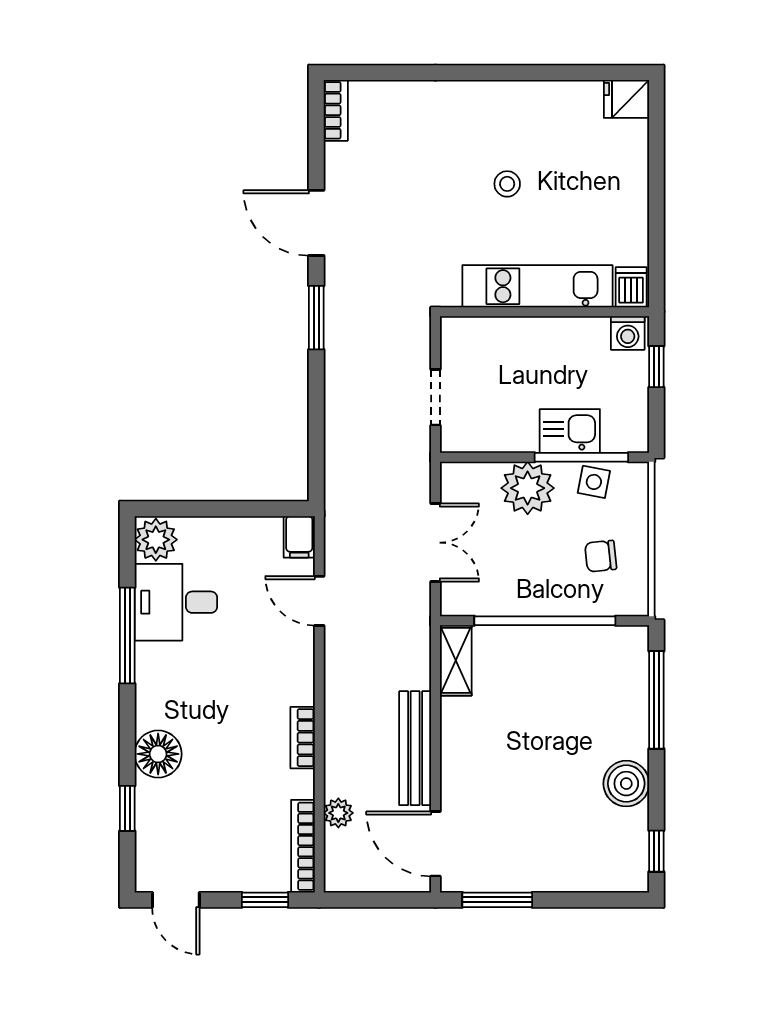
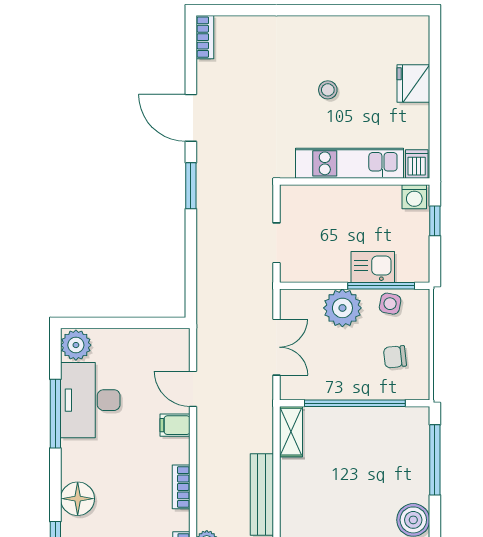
fridge: (626, 99) -> (413, 84), moved, width x1.38
filing cabinet: (299, 537) -> (175, 425), moved, turned 90
desk: (176, 602) -> (90, 400), width x1.37

